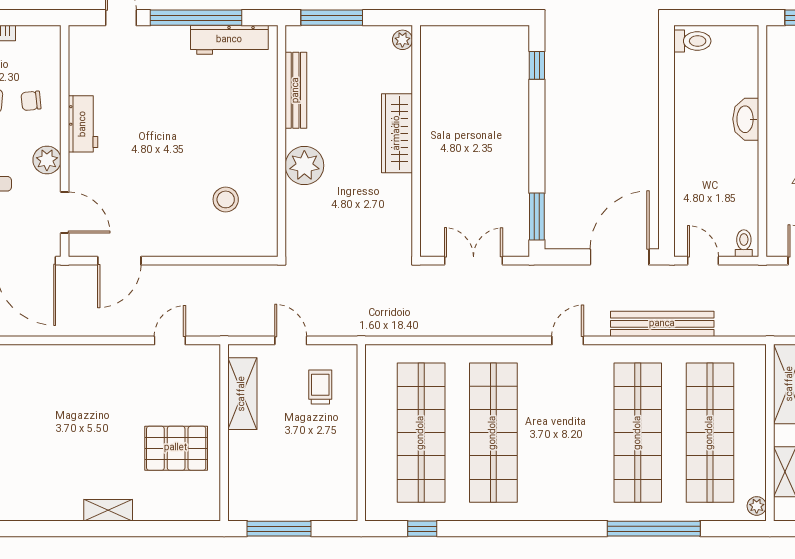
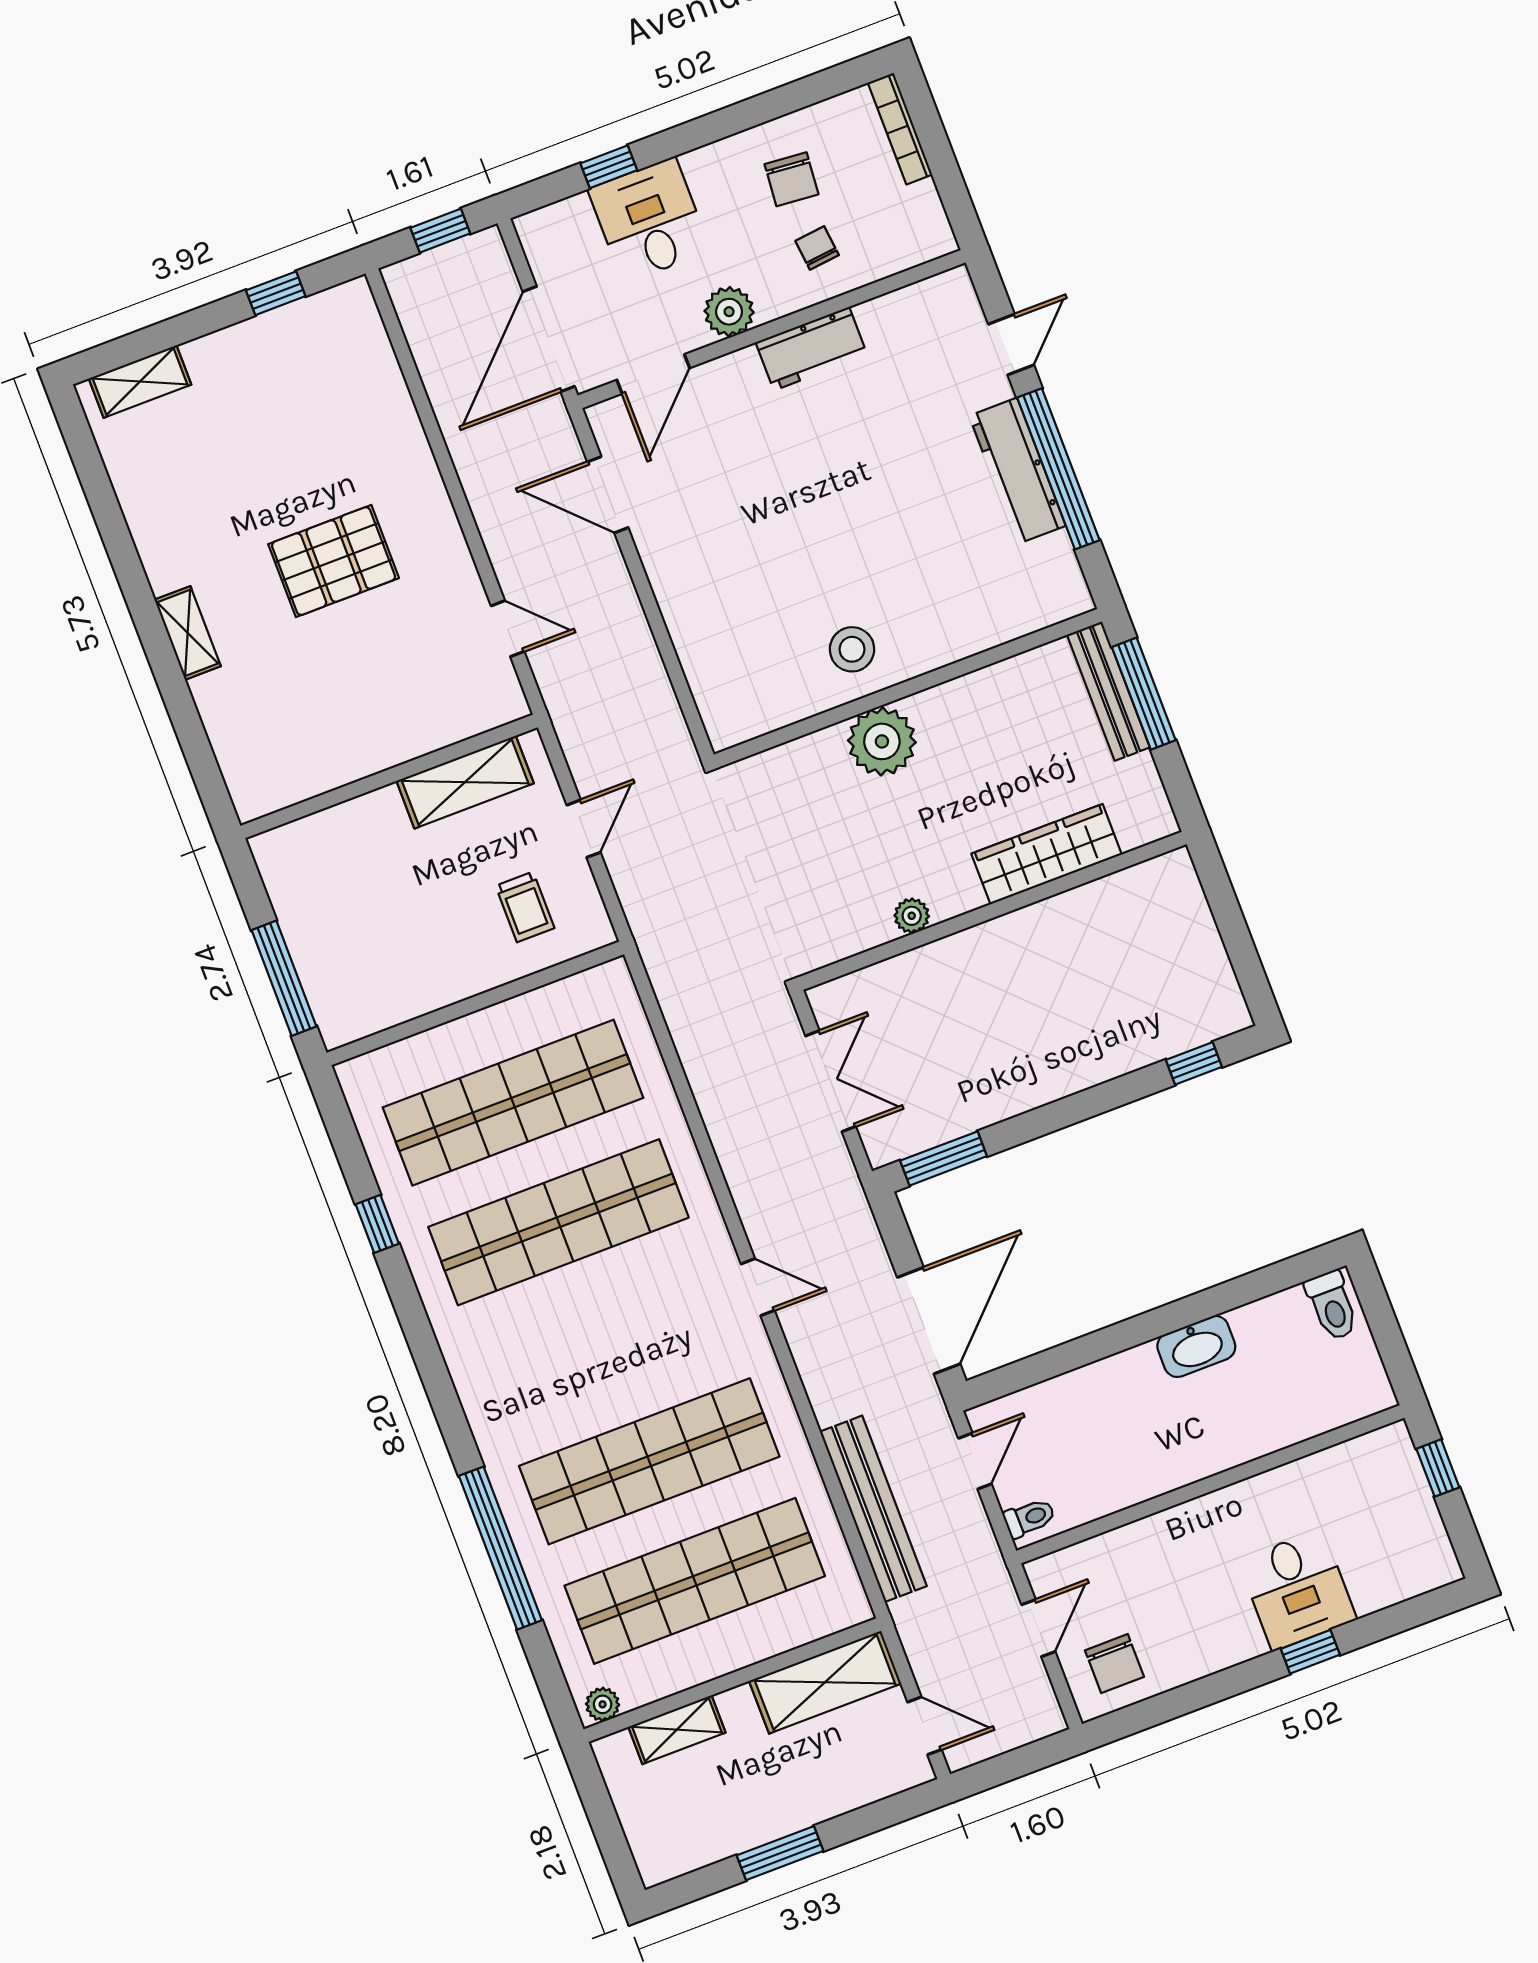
workbench: (229, 40) -> (1017, 471), moved
plant: (402, 40) -> (912, 916), moved
bench: (296, 90) -> (1108, 691), moved, turned 90
washbasin: (746, 119) -> (1196, 1346), moved, turned 180
wardrobe: (397, 133) -> (1047, 854), moved
stool: (226, 199) -> (852, 649), moved
door: (620, 257) -> (929, 1321), hinge flipped
bench: (662, 324) -> (873, 1509), moved
trolley: (320, 387) -> (525, 907), turned 90
pallet: (176, 448) -> (334, 561), moved, turned 90
window: (279, 529) -> (284, 978), moved
window: (422, 529) -> (377, 1224), moved

